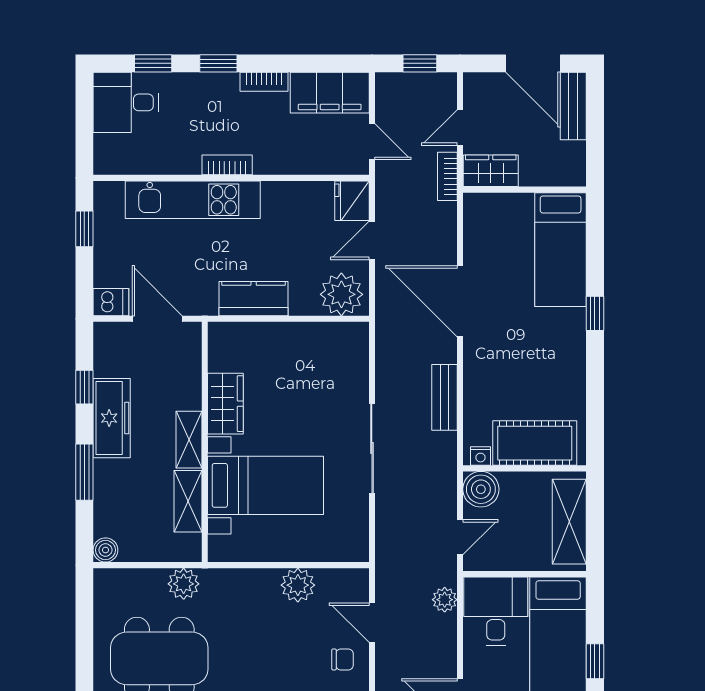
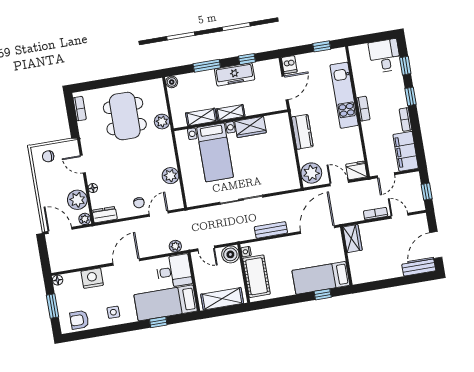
wardrobe: (491, 171) -> (352, 239), moved
wall: (525, 190) -> (346, 256), moved
bed: (561, 250) -> (321, 278), moved

